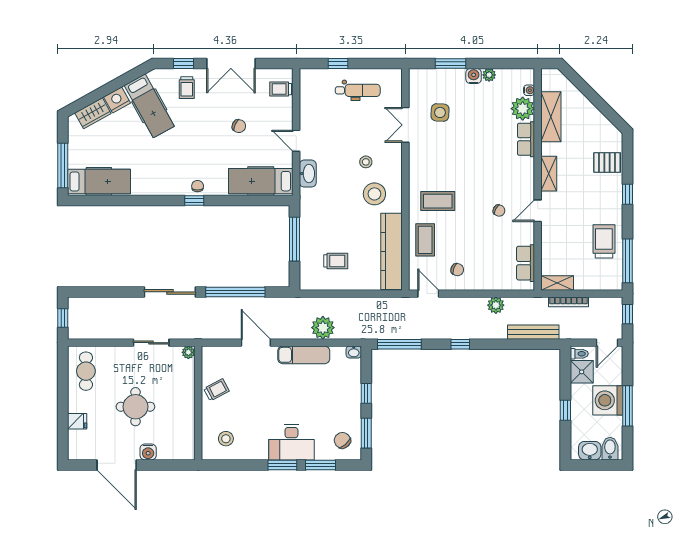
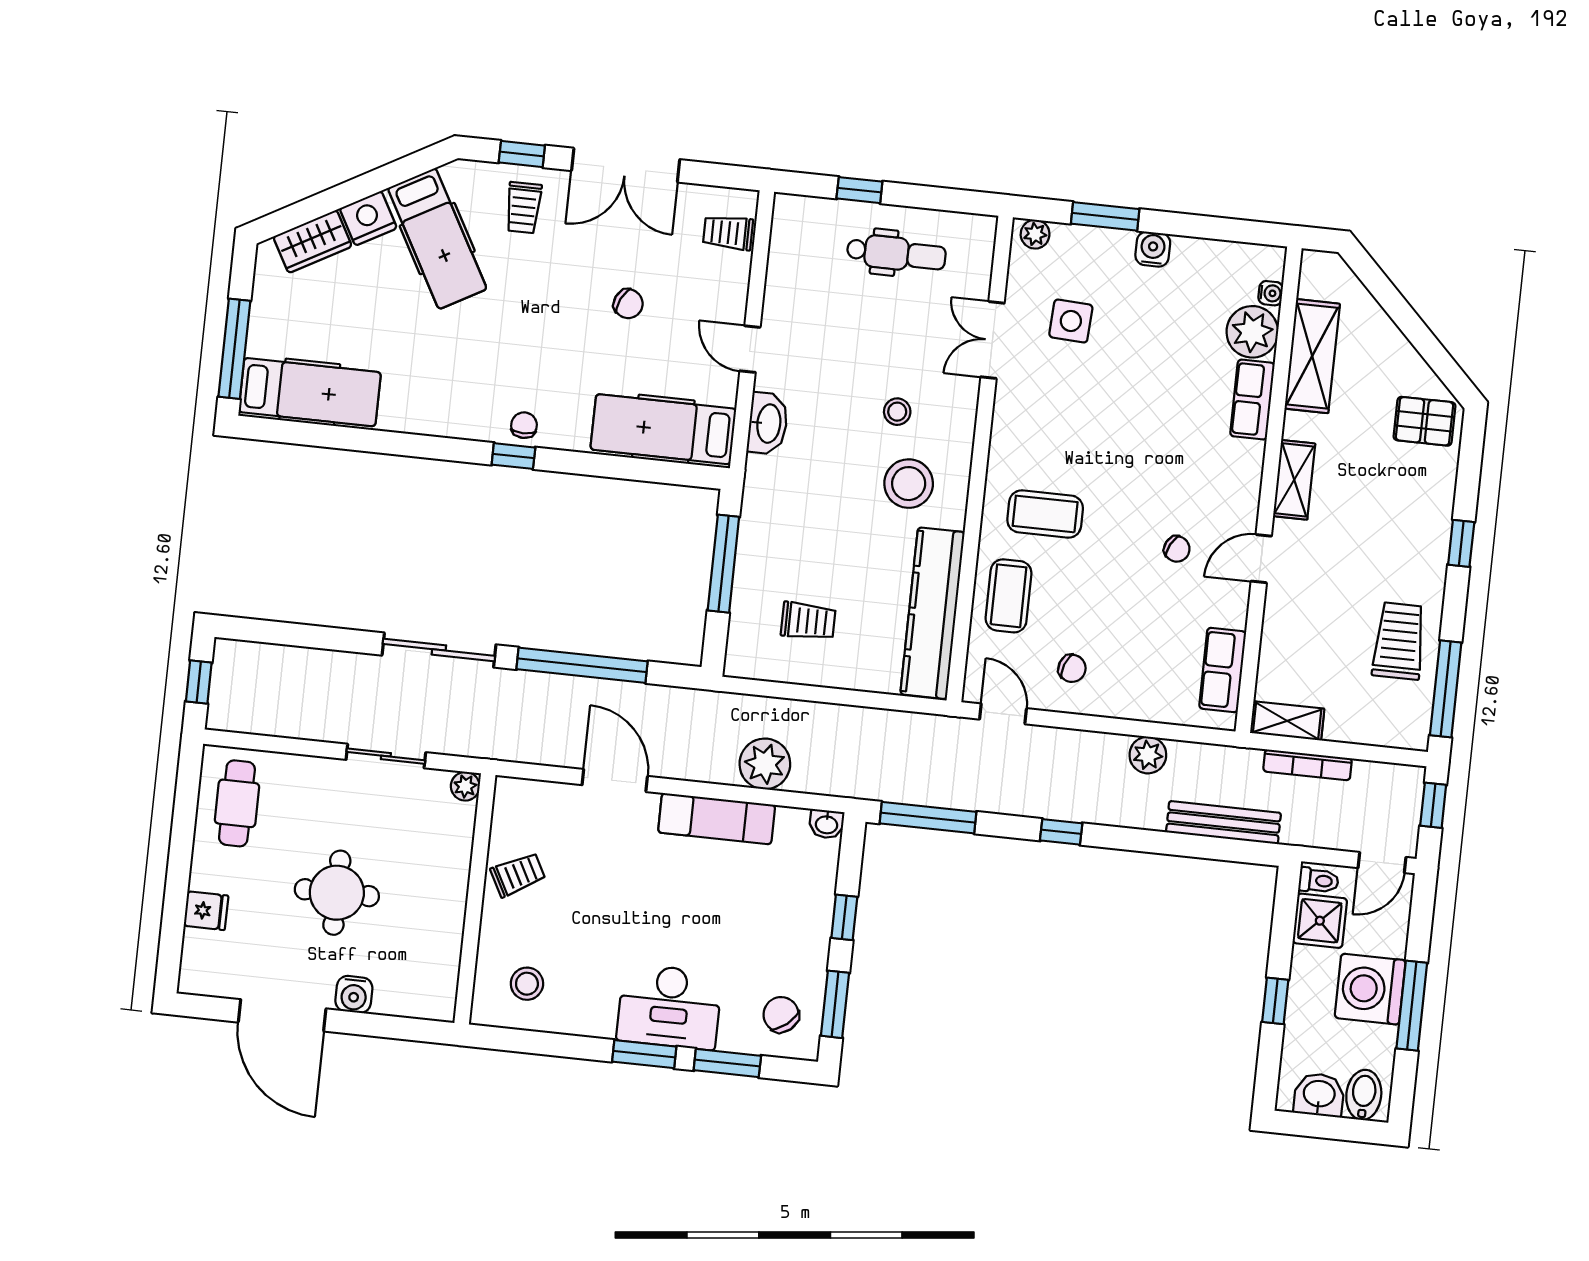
plant: (489, 75) -> (1035, 234), moved
pallet: (607, 163) -> (1424, 421), moved

